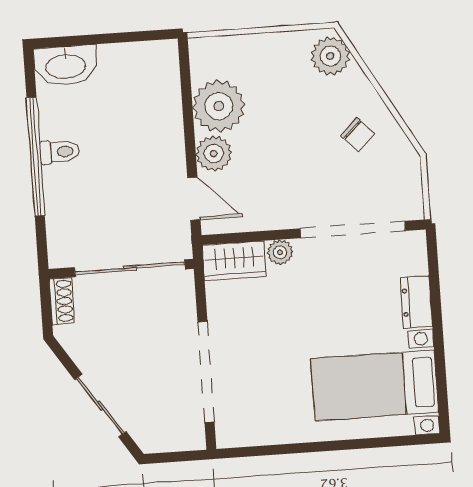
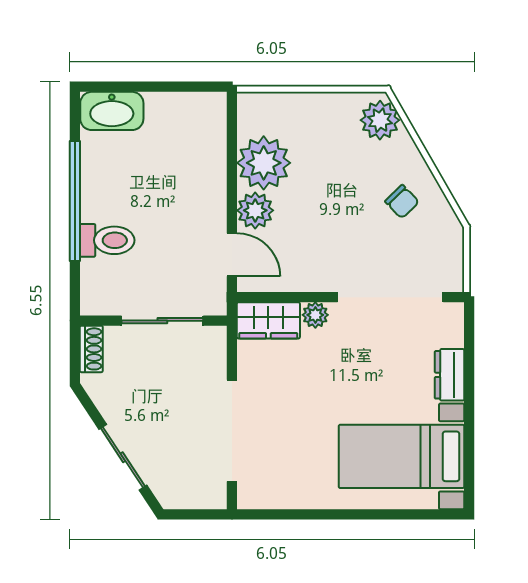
toilet: (60, 152) -> (107, 240), moved, width x1.37, depth x1.39
sliding door: (130, 268) -> (162, 321), width x0.73

